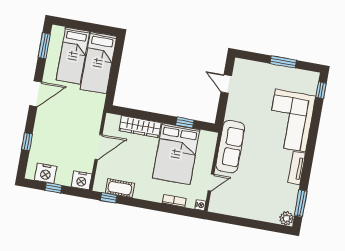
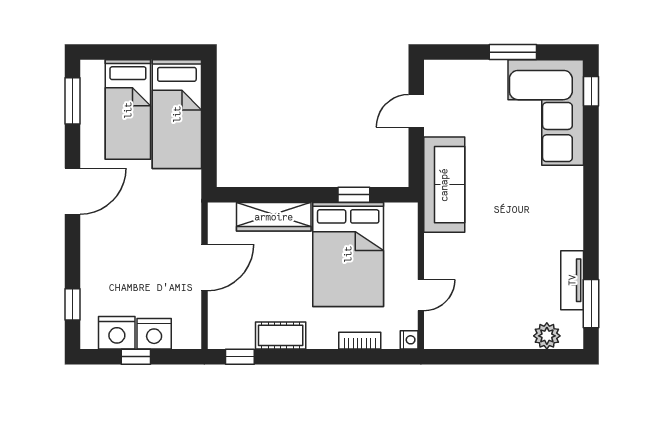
door: (226, 84) -> (416, 111), hinge flipped
corner sofa: (291, 121) -> (546, 113), moved
window: (27, 142) -> (73, 304), moved
sofa: (230, 147) -> (444, 185), moved
tv unit: (297, 168) -> (572, 280), moved
nightstand: (81, 180) -> (154, 334), moved
cot: (120, 188) -> (281, 335), moved
plant: (287, 218) -> (547, 336), moved

